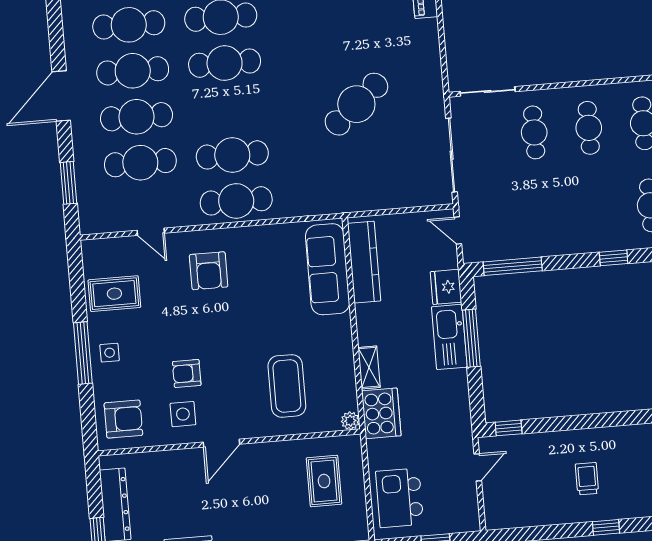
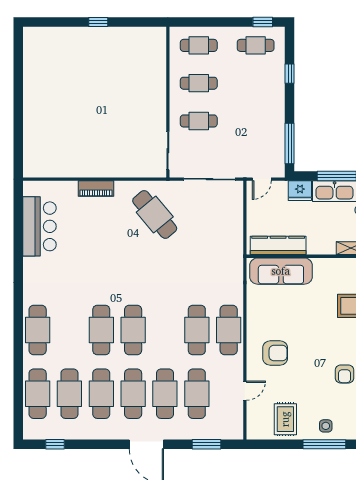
cafe table: (356, 104) -> (155, 214), moved

